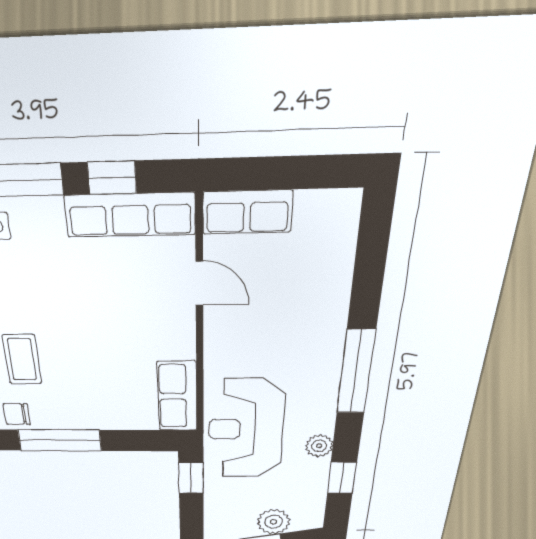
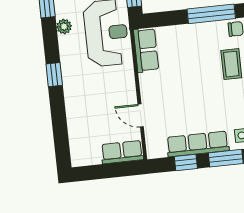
row of seats: (130, 215) -> (198, 144), moved
window: (356, 372) -> (54, 75), width x0.46

